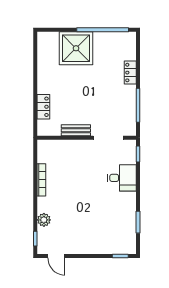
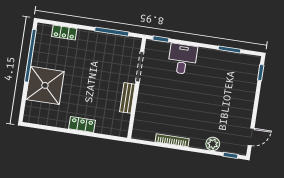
locker: (130, 73) -> (64, 32), moved
locker: (43, 107) -> (82, 125), moved

